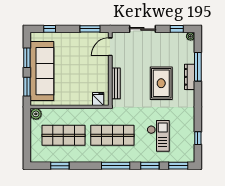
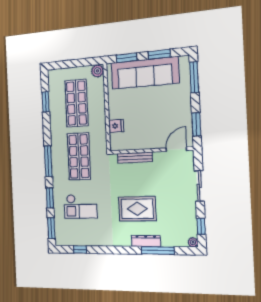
window: (50, 29) -> (194, 77), width x2.17
door: (110, 47) -> (176, 149), hinge flipped
fridge: (98, 99) -> (116, 126), moved

